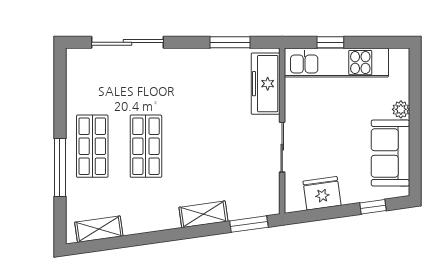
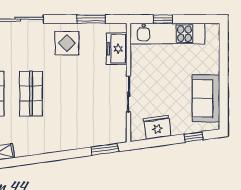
display table: (196, 76) -> (67, 43), added
freezer: (266, 84) -> (117, 49), width x0.71
plant: (401, 109) -> (213, 67), removed
shelving: (203, 214) -> (72, 142), removed

